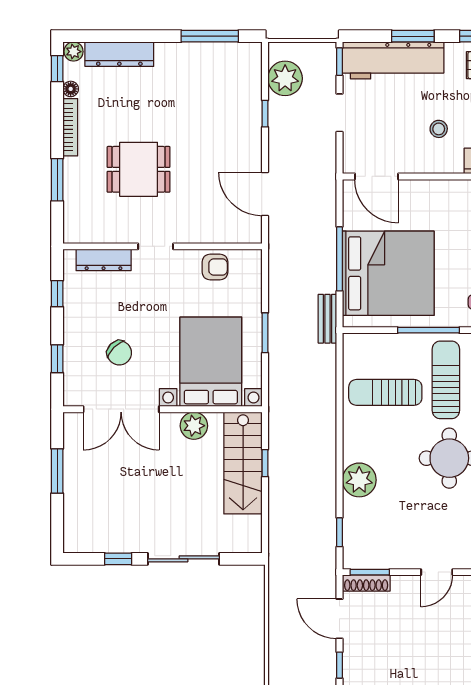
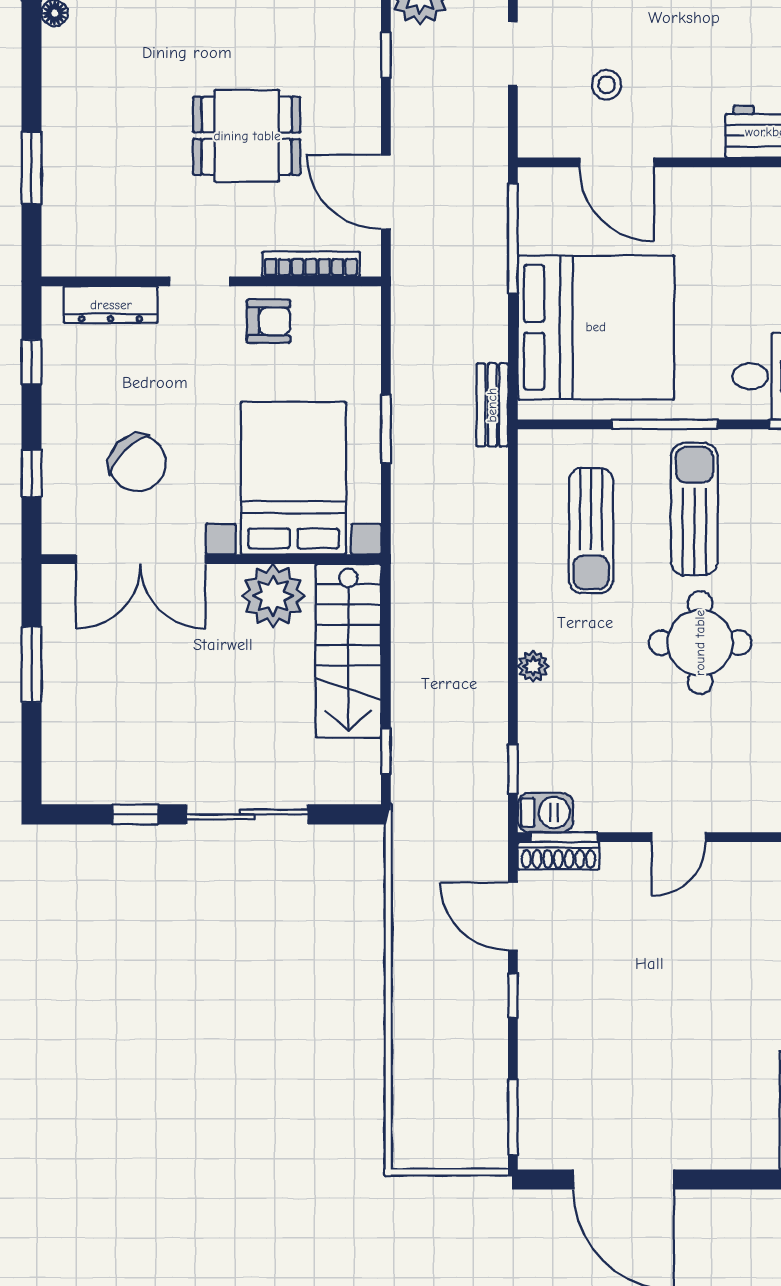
bookcase: (70, 127) -> (311, 264), moved, turned -90
stool: (439, 129) -> (607, 85), moved
dining table: (139, 169) -> (247, 136), moved
door: (376, 176) -> (617, 162), moved
window: (340, 259) -> (513, 239), moved
armchair: (215, 267) -> (269, 321), moved
chair: (119, 353) -> (137, 463), width x1.37, depth x1.37
sun lounger: (385, 392) -> (591, 531), turned -90
plant: (194, 426) -> (273, 596), width x1.36, depth x1.36
window: (265, 463) -> (386, 751), moved
plant: (359, 480) -> (533, 666), width x0.53, depth x0.53
barbecue: (359, 558) -> (545, 813), added

